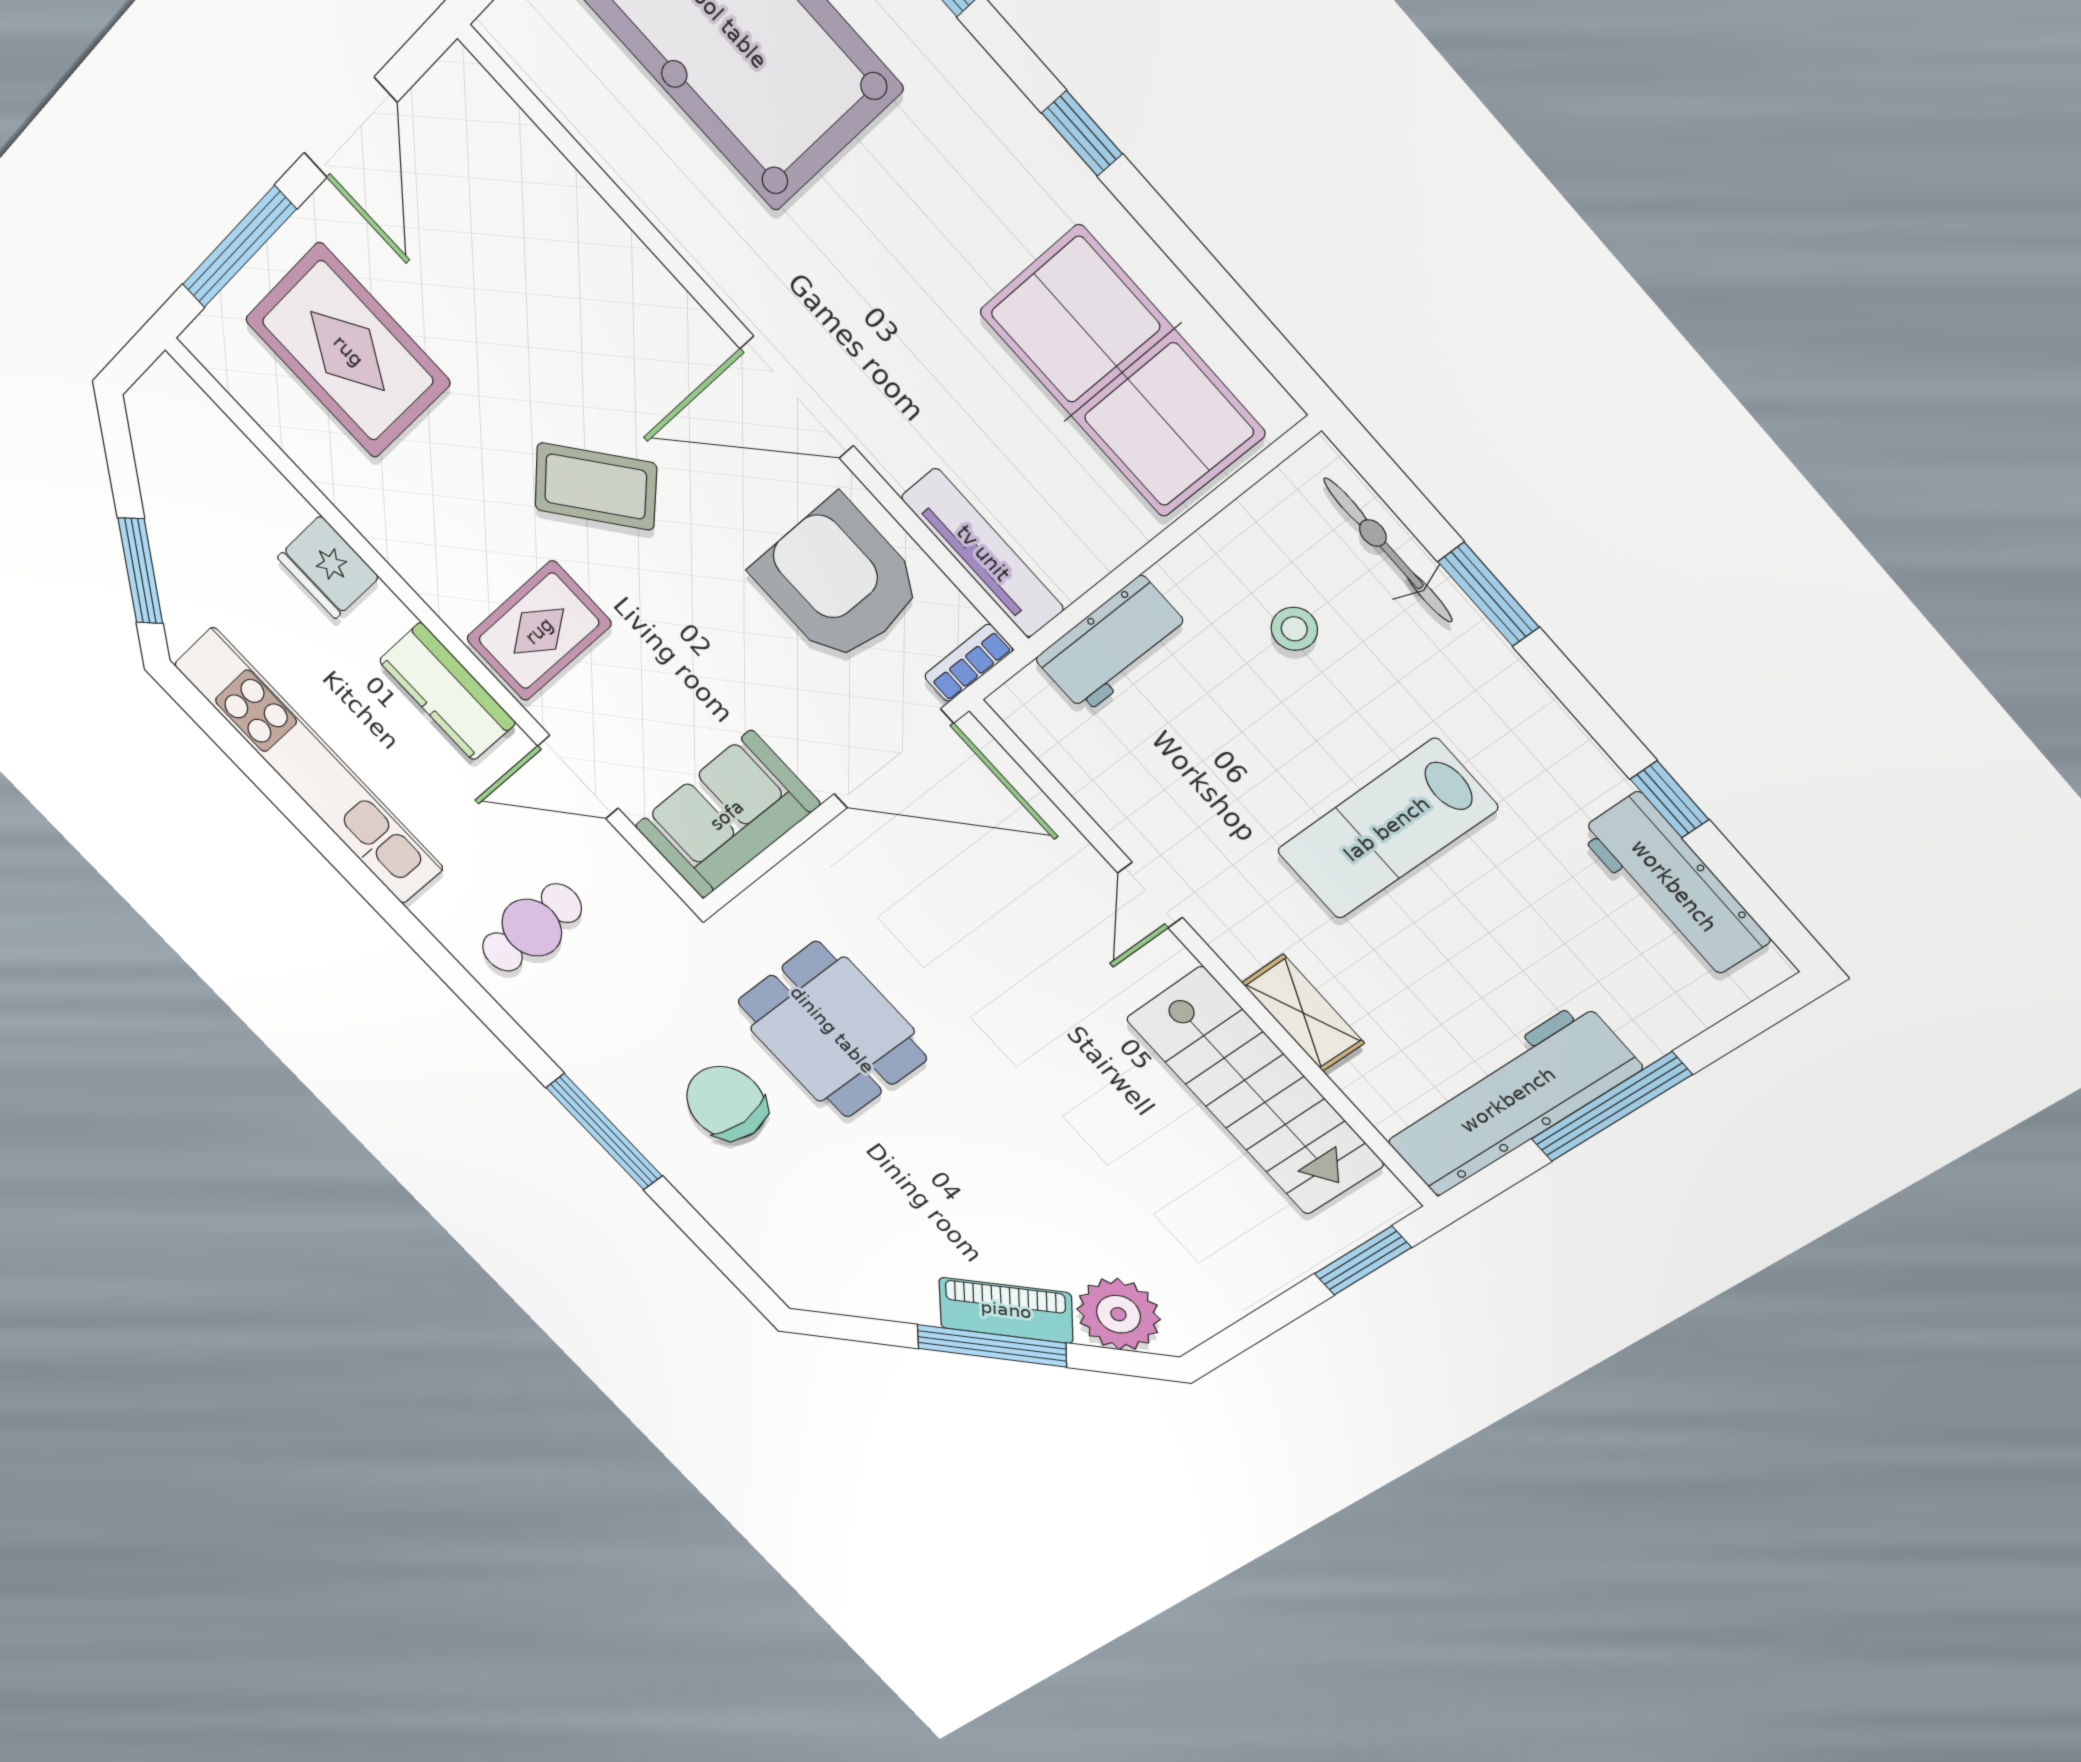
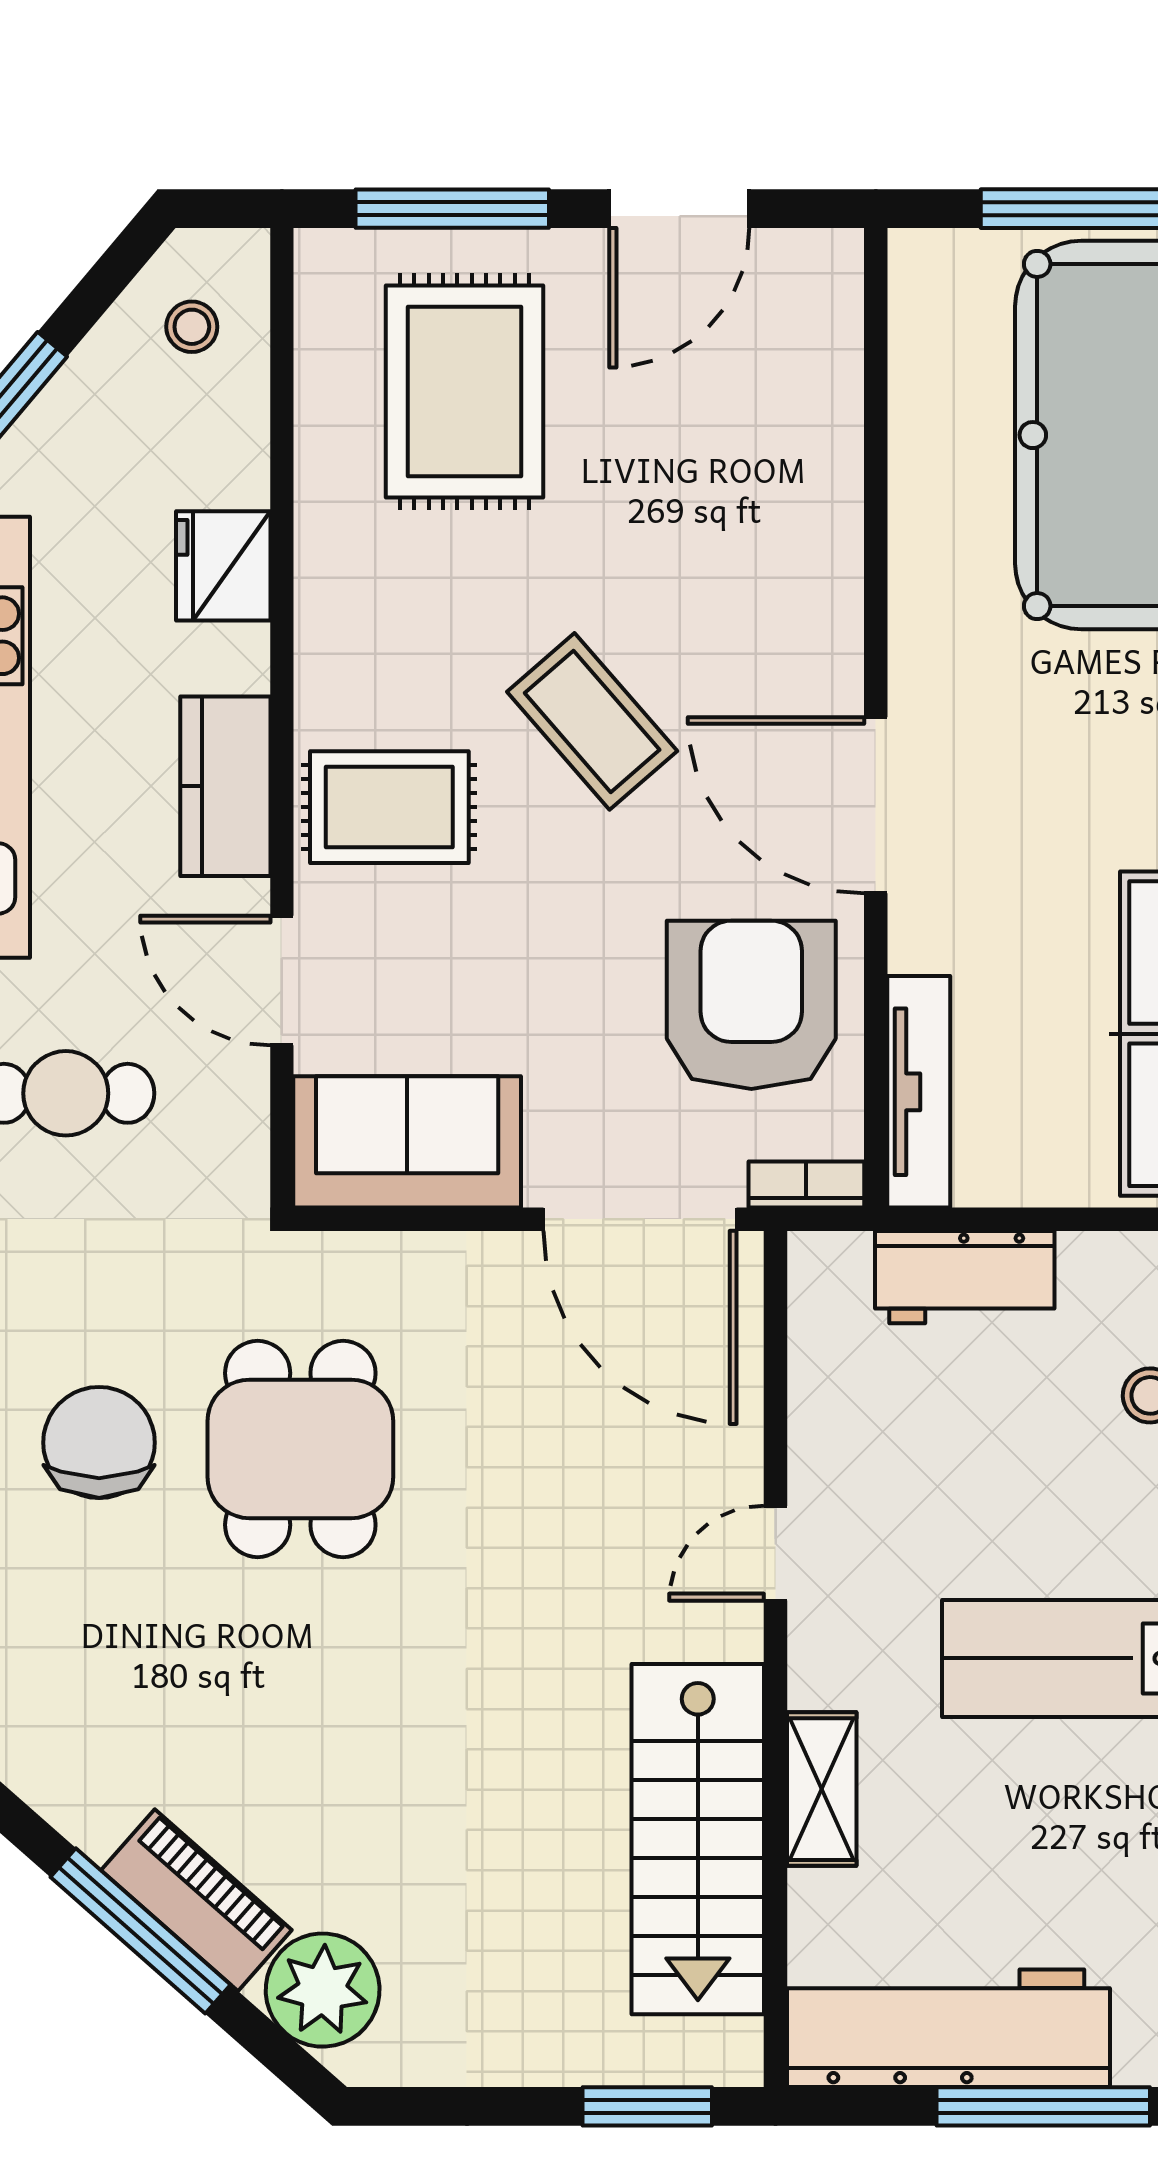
stool: (184, 444) -> (192, 327), added

